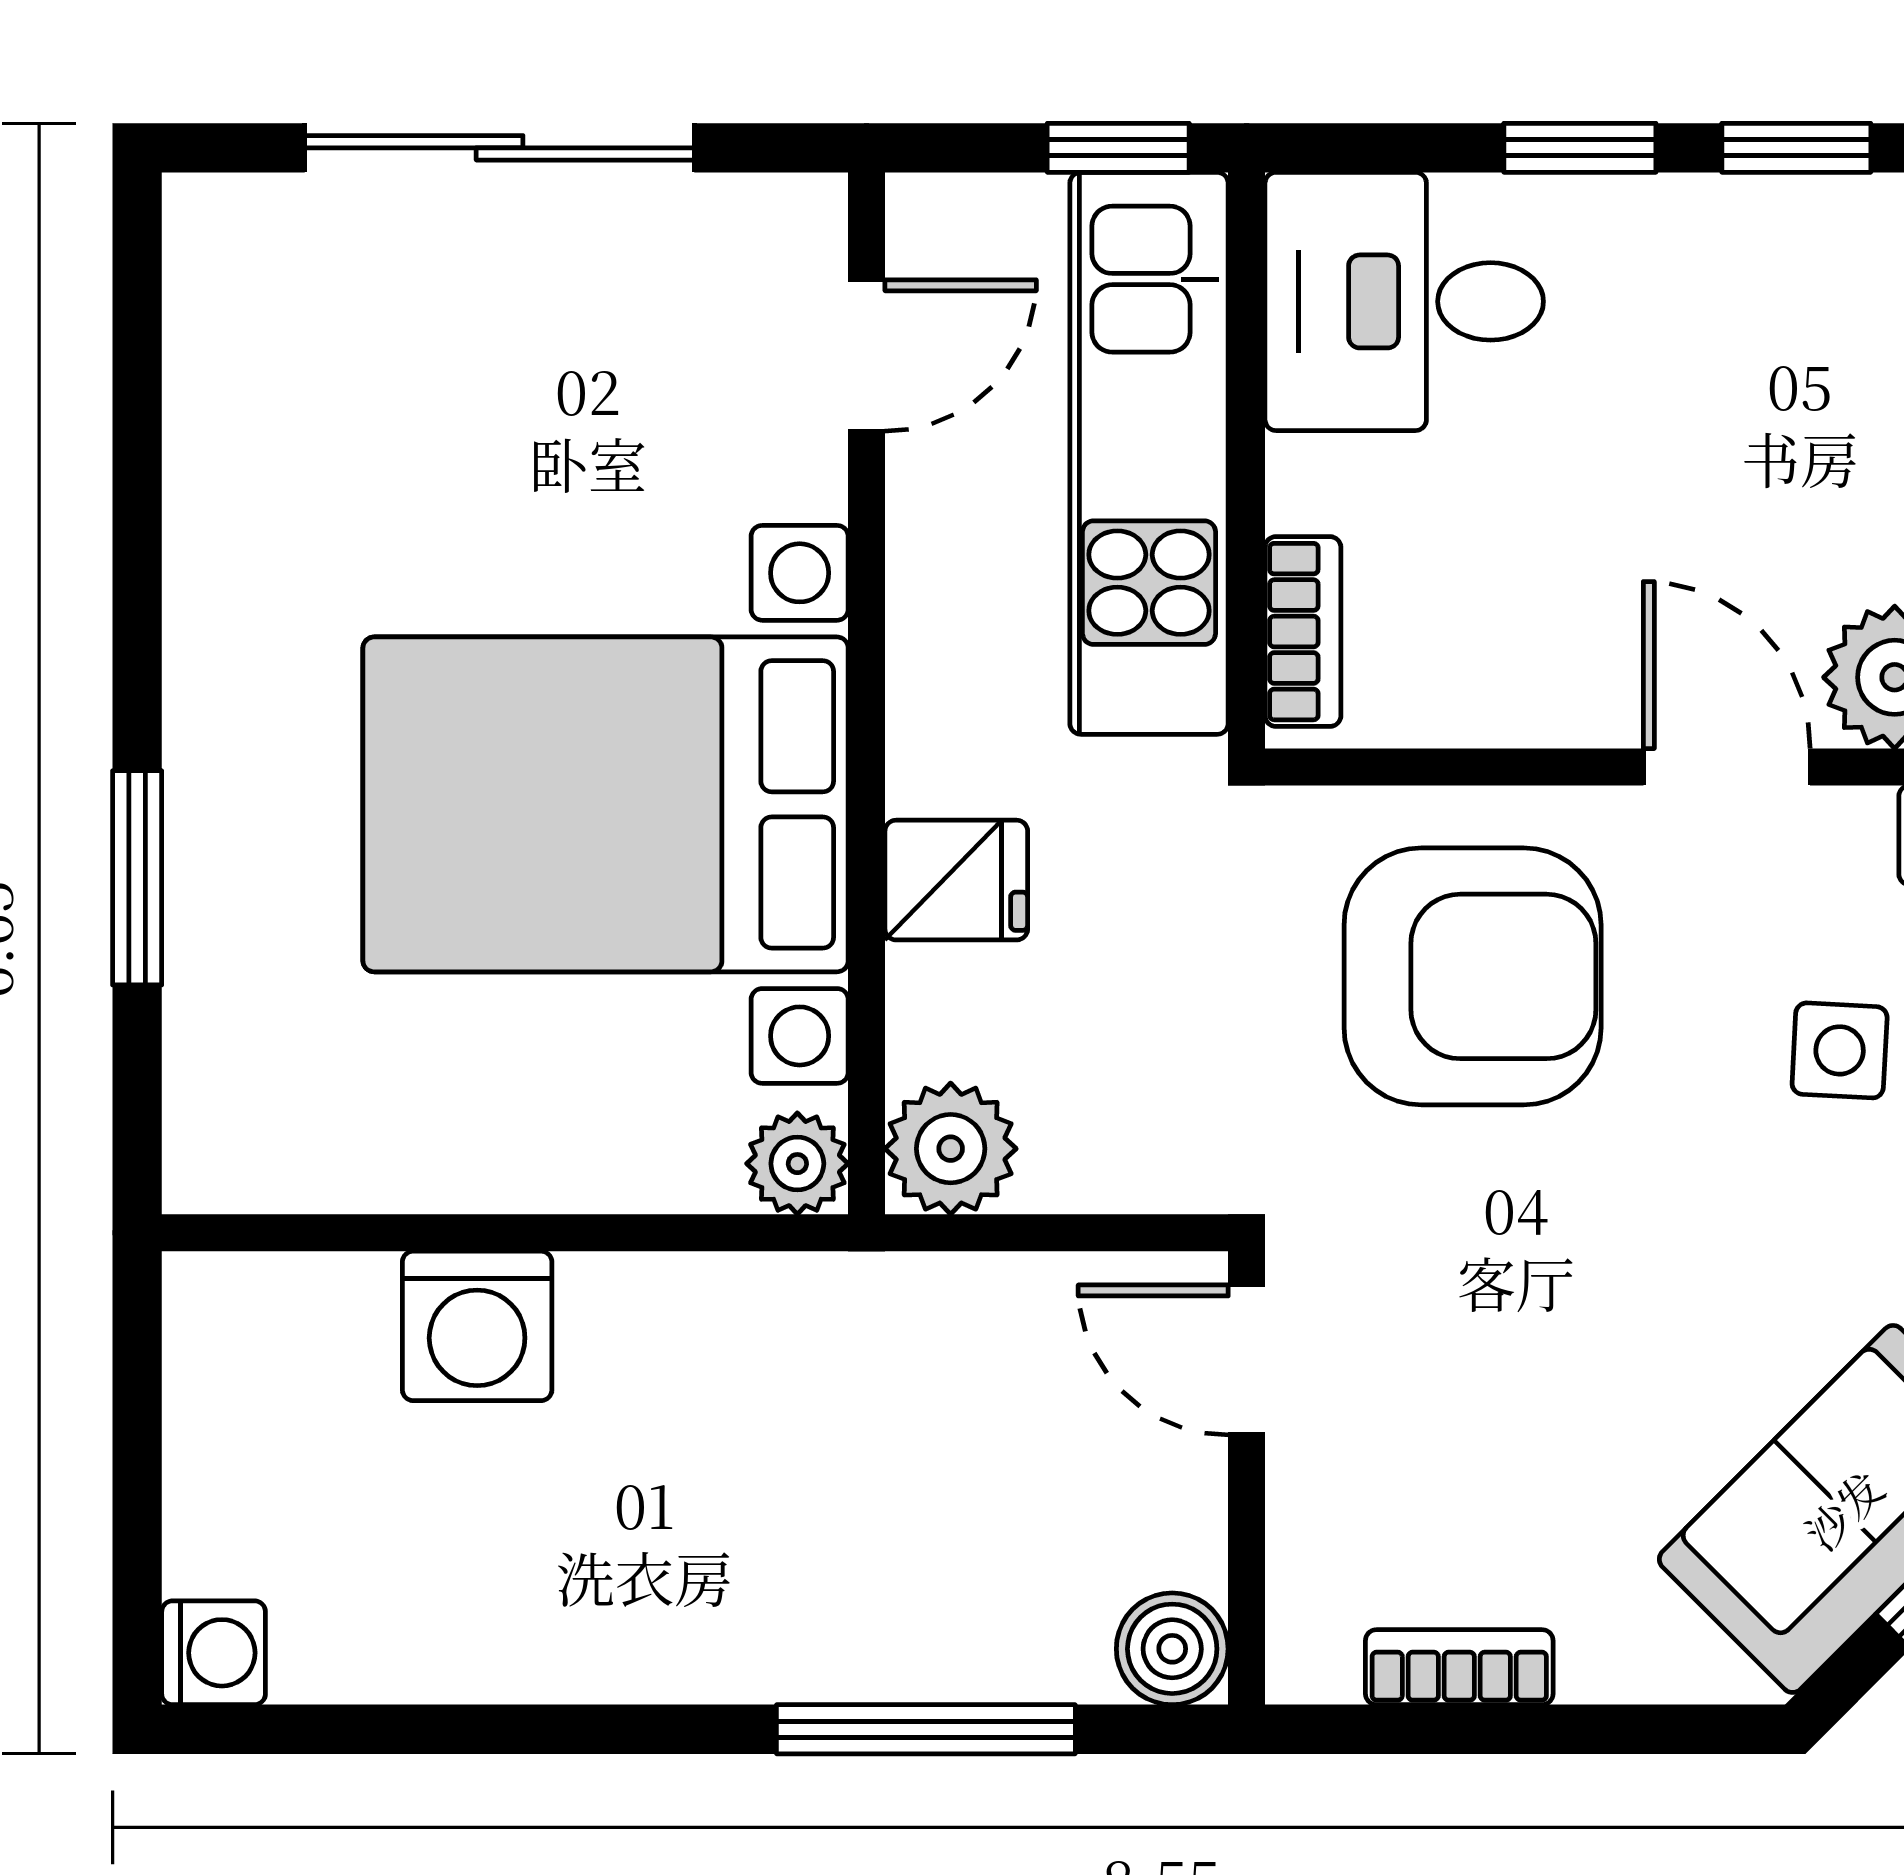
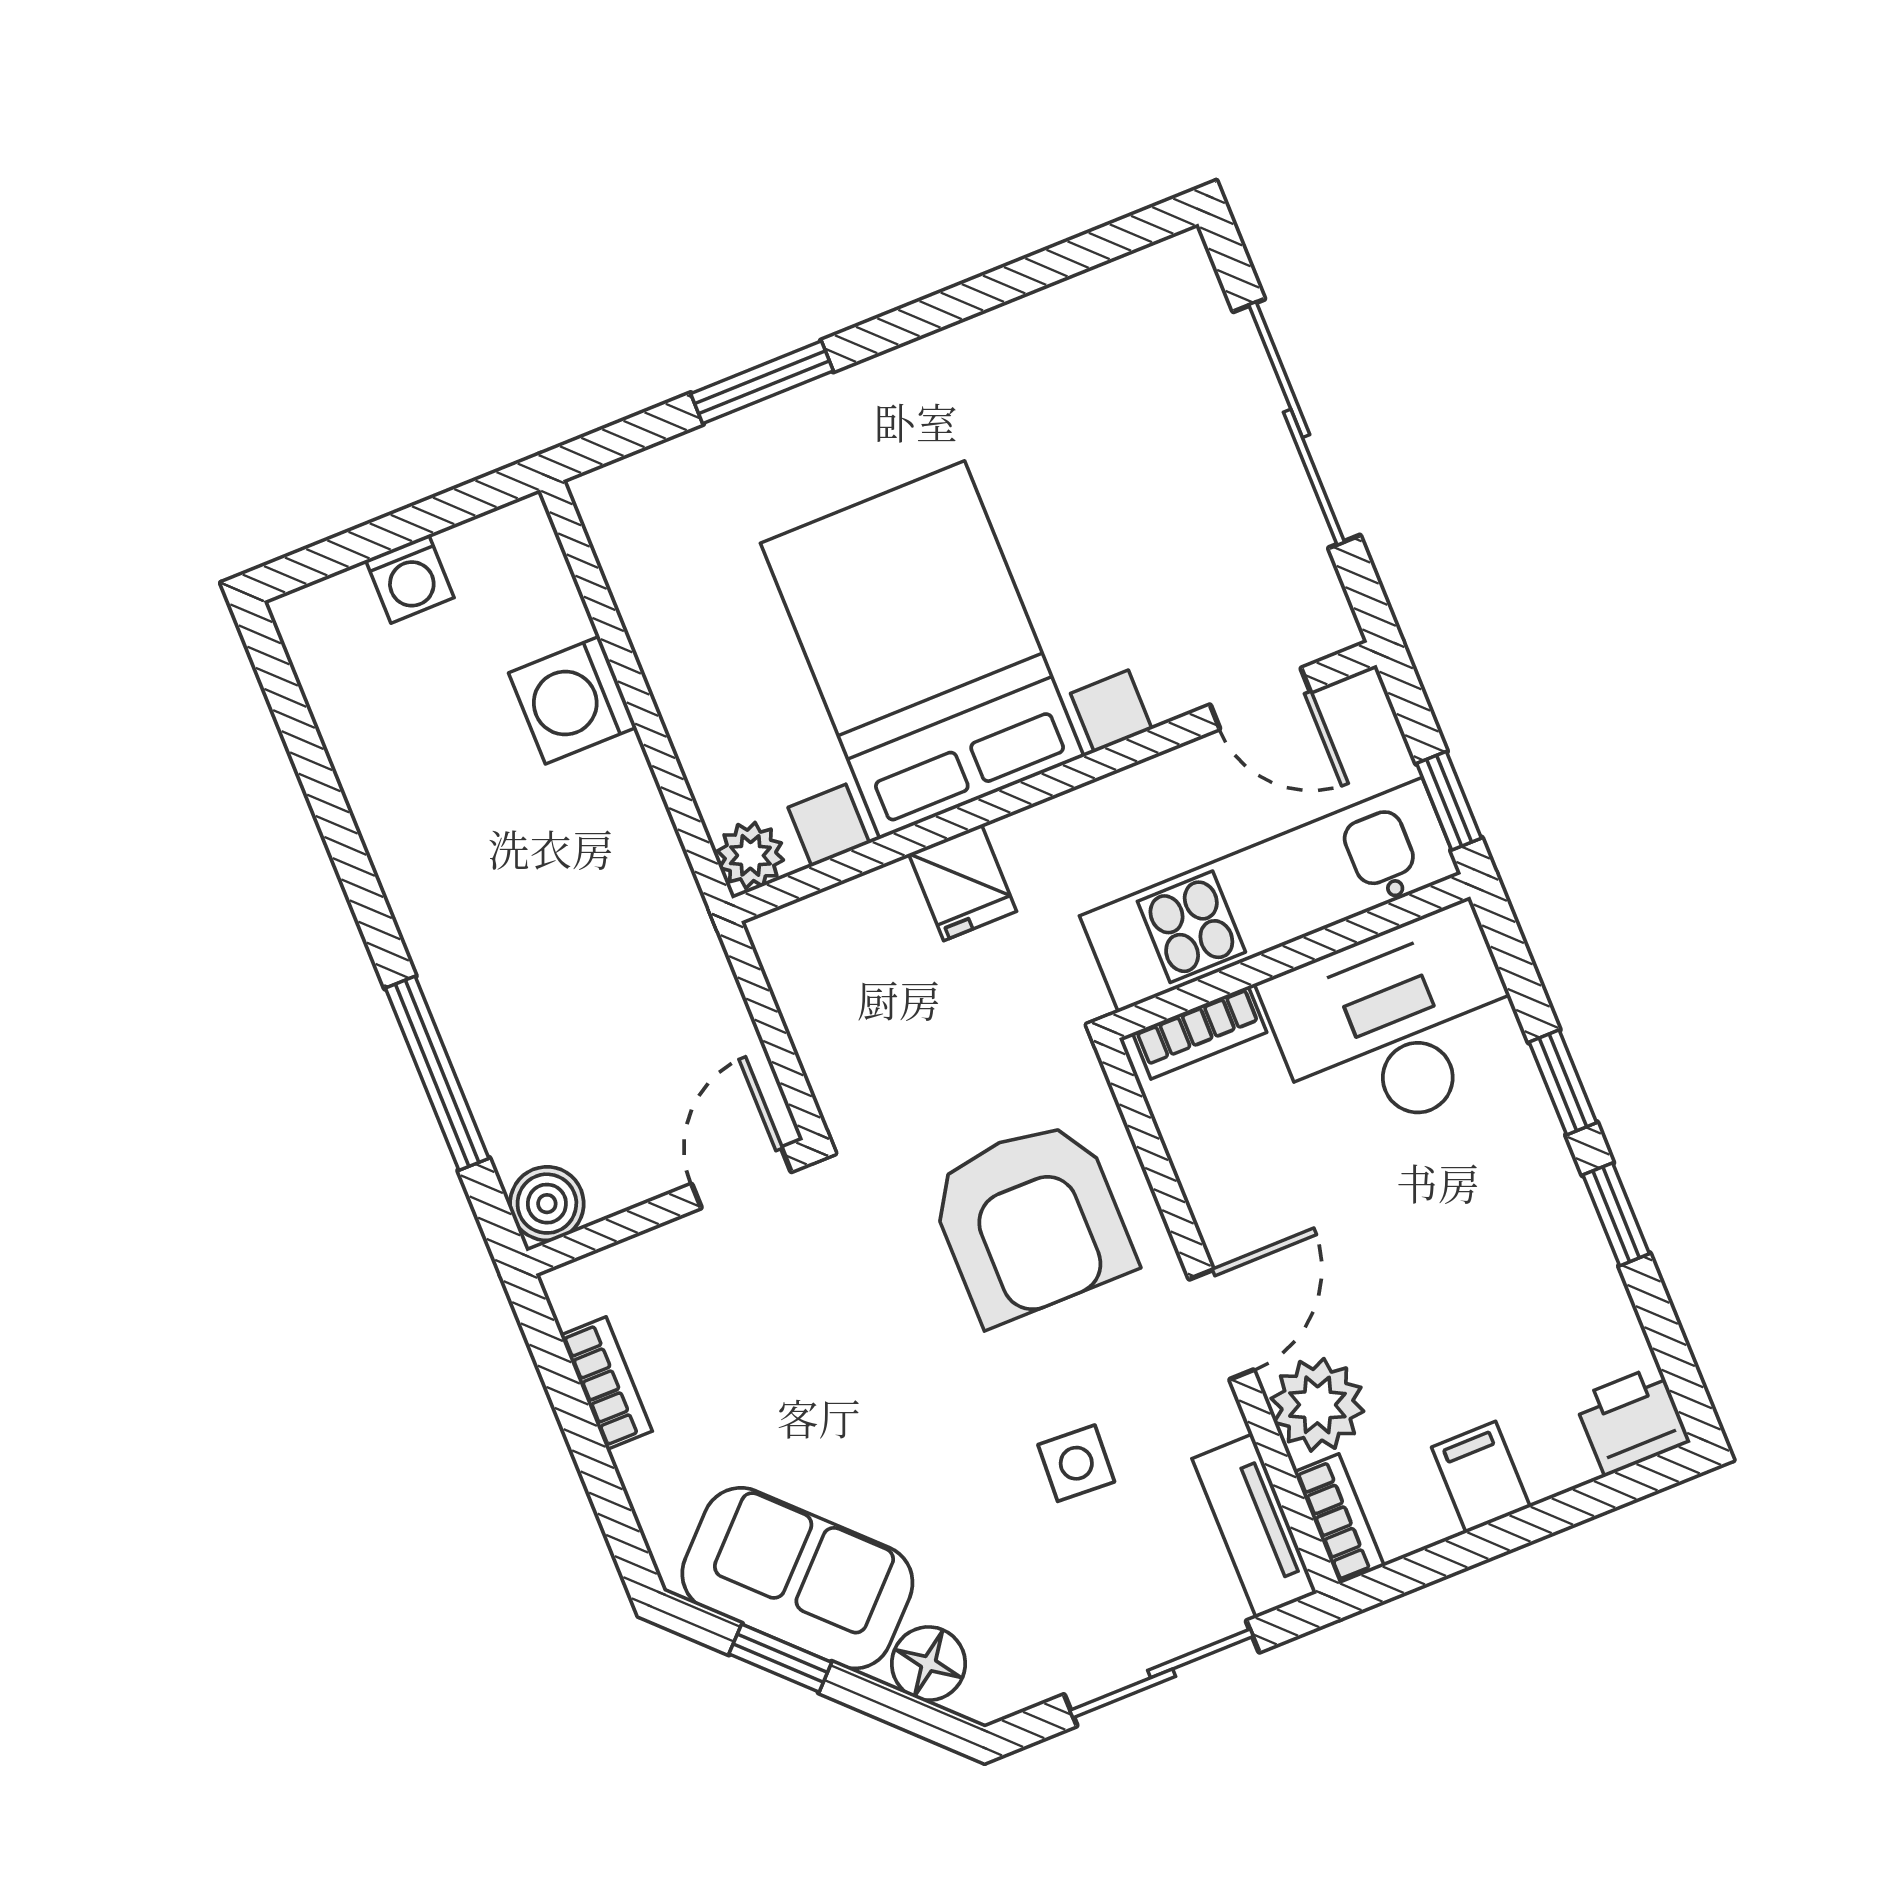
desk: (1404, 301) -> (1396, 1025), width x1.37
plant: (951, 1149) -> (797, 945), removed
washing machine: (214, 1653) -> (410, 579), moved

